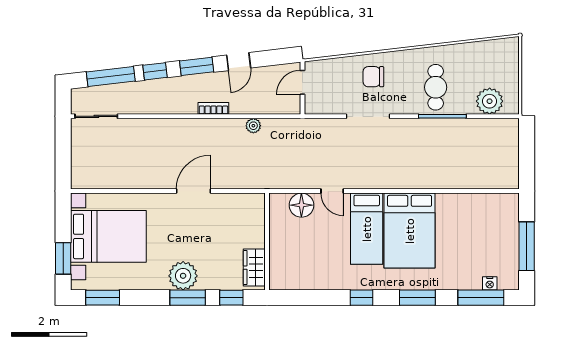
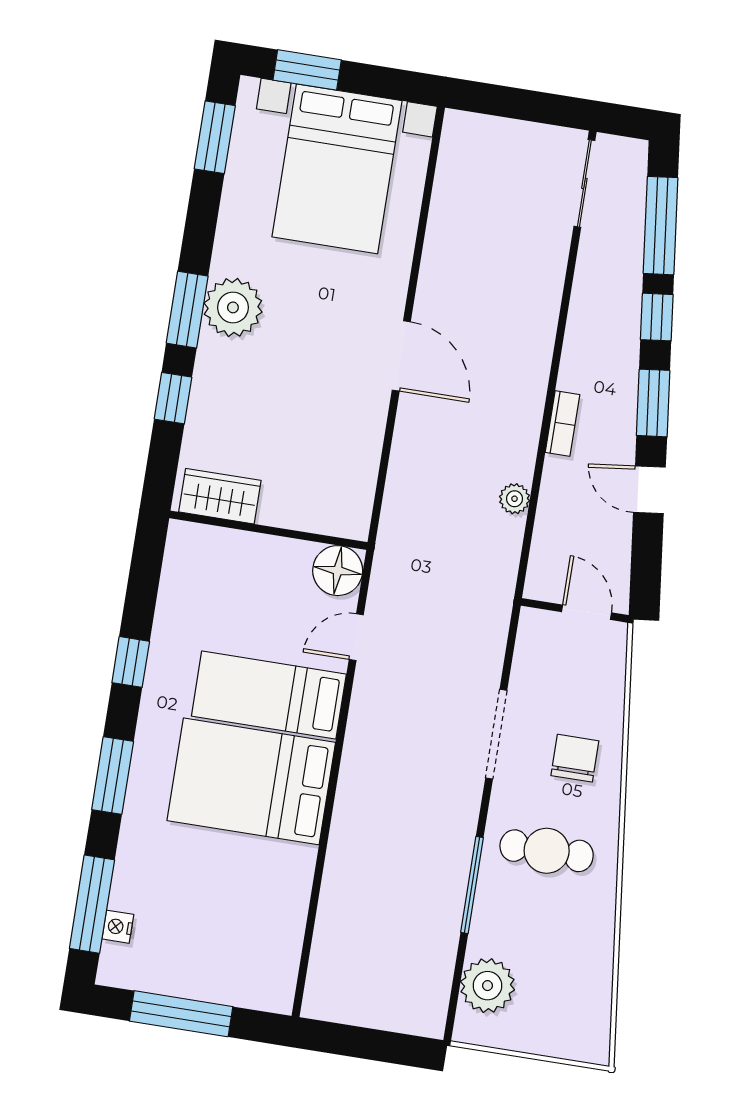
cafe table: (436, 87) -> (547, 851), moved
wall: (267, 242) -> (268, 530), moved
wardrobe: (254, 268) -> (220, 496), moved

